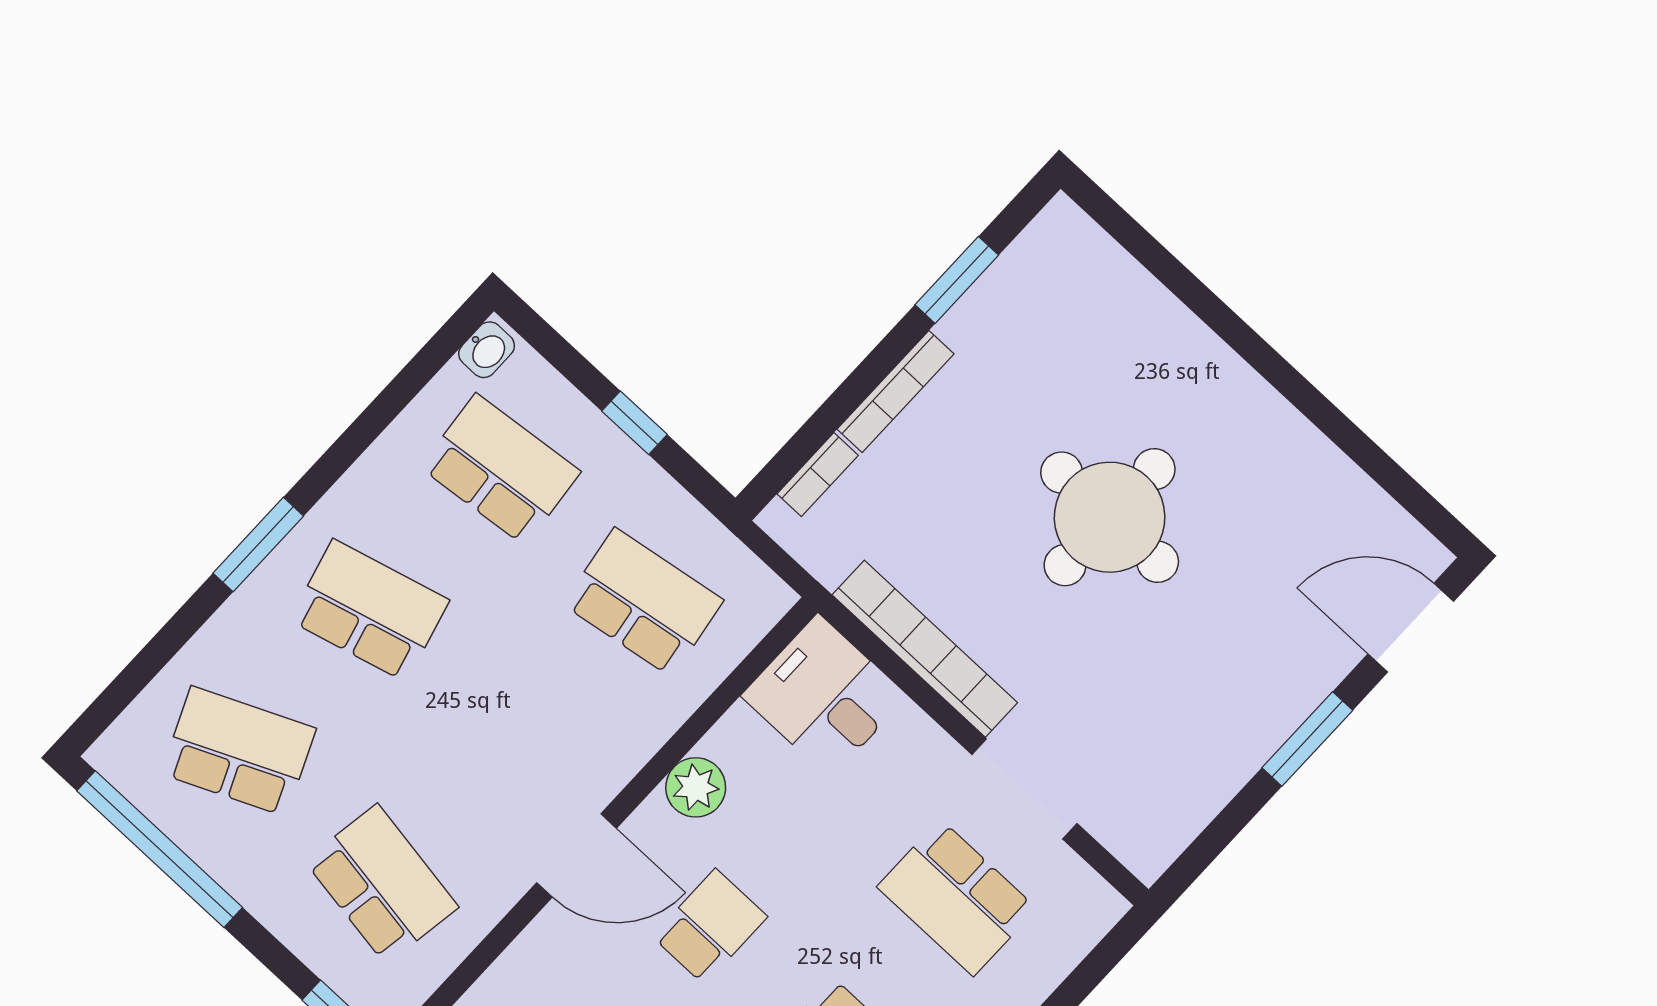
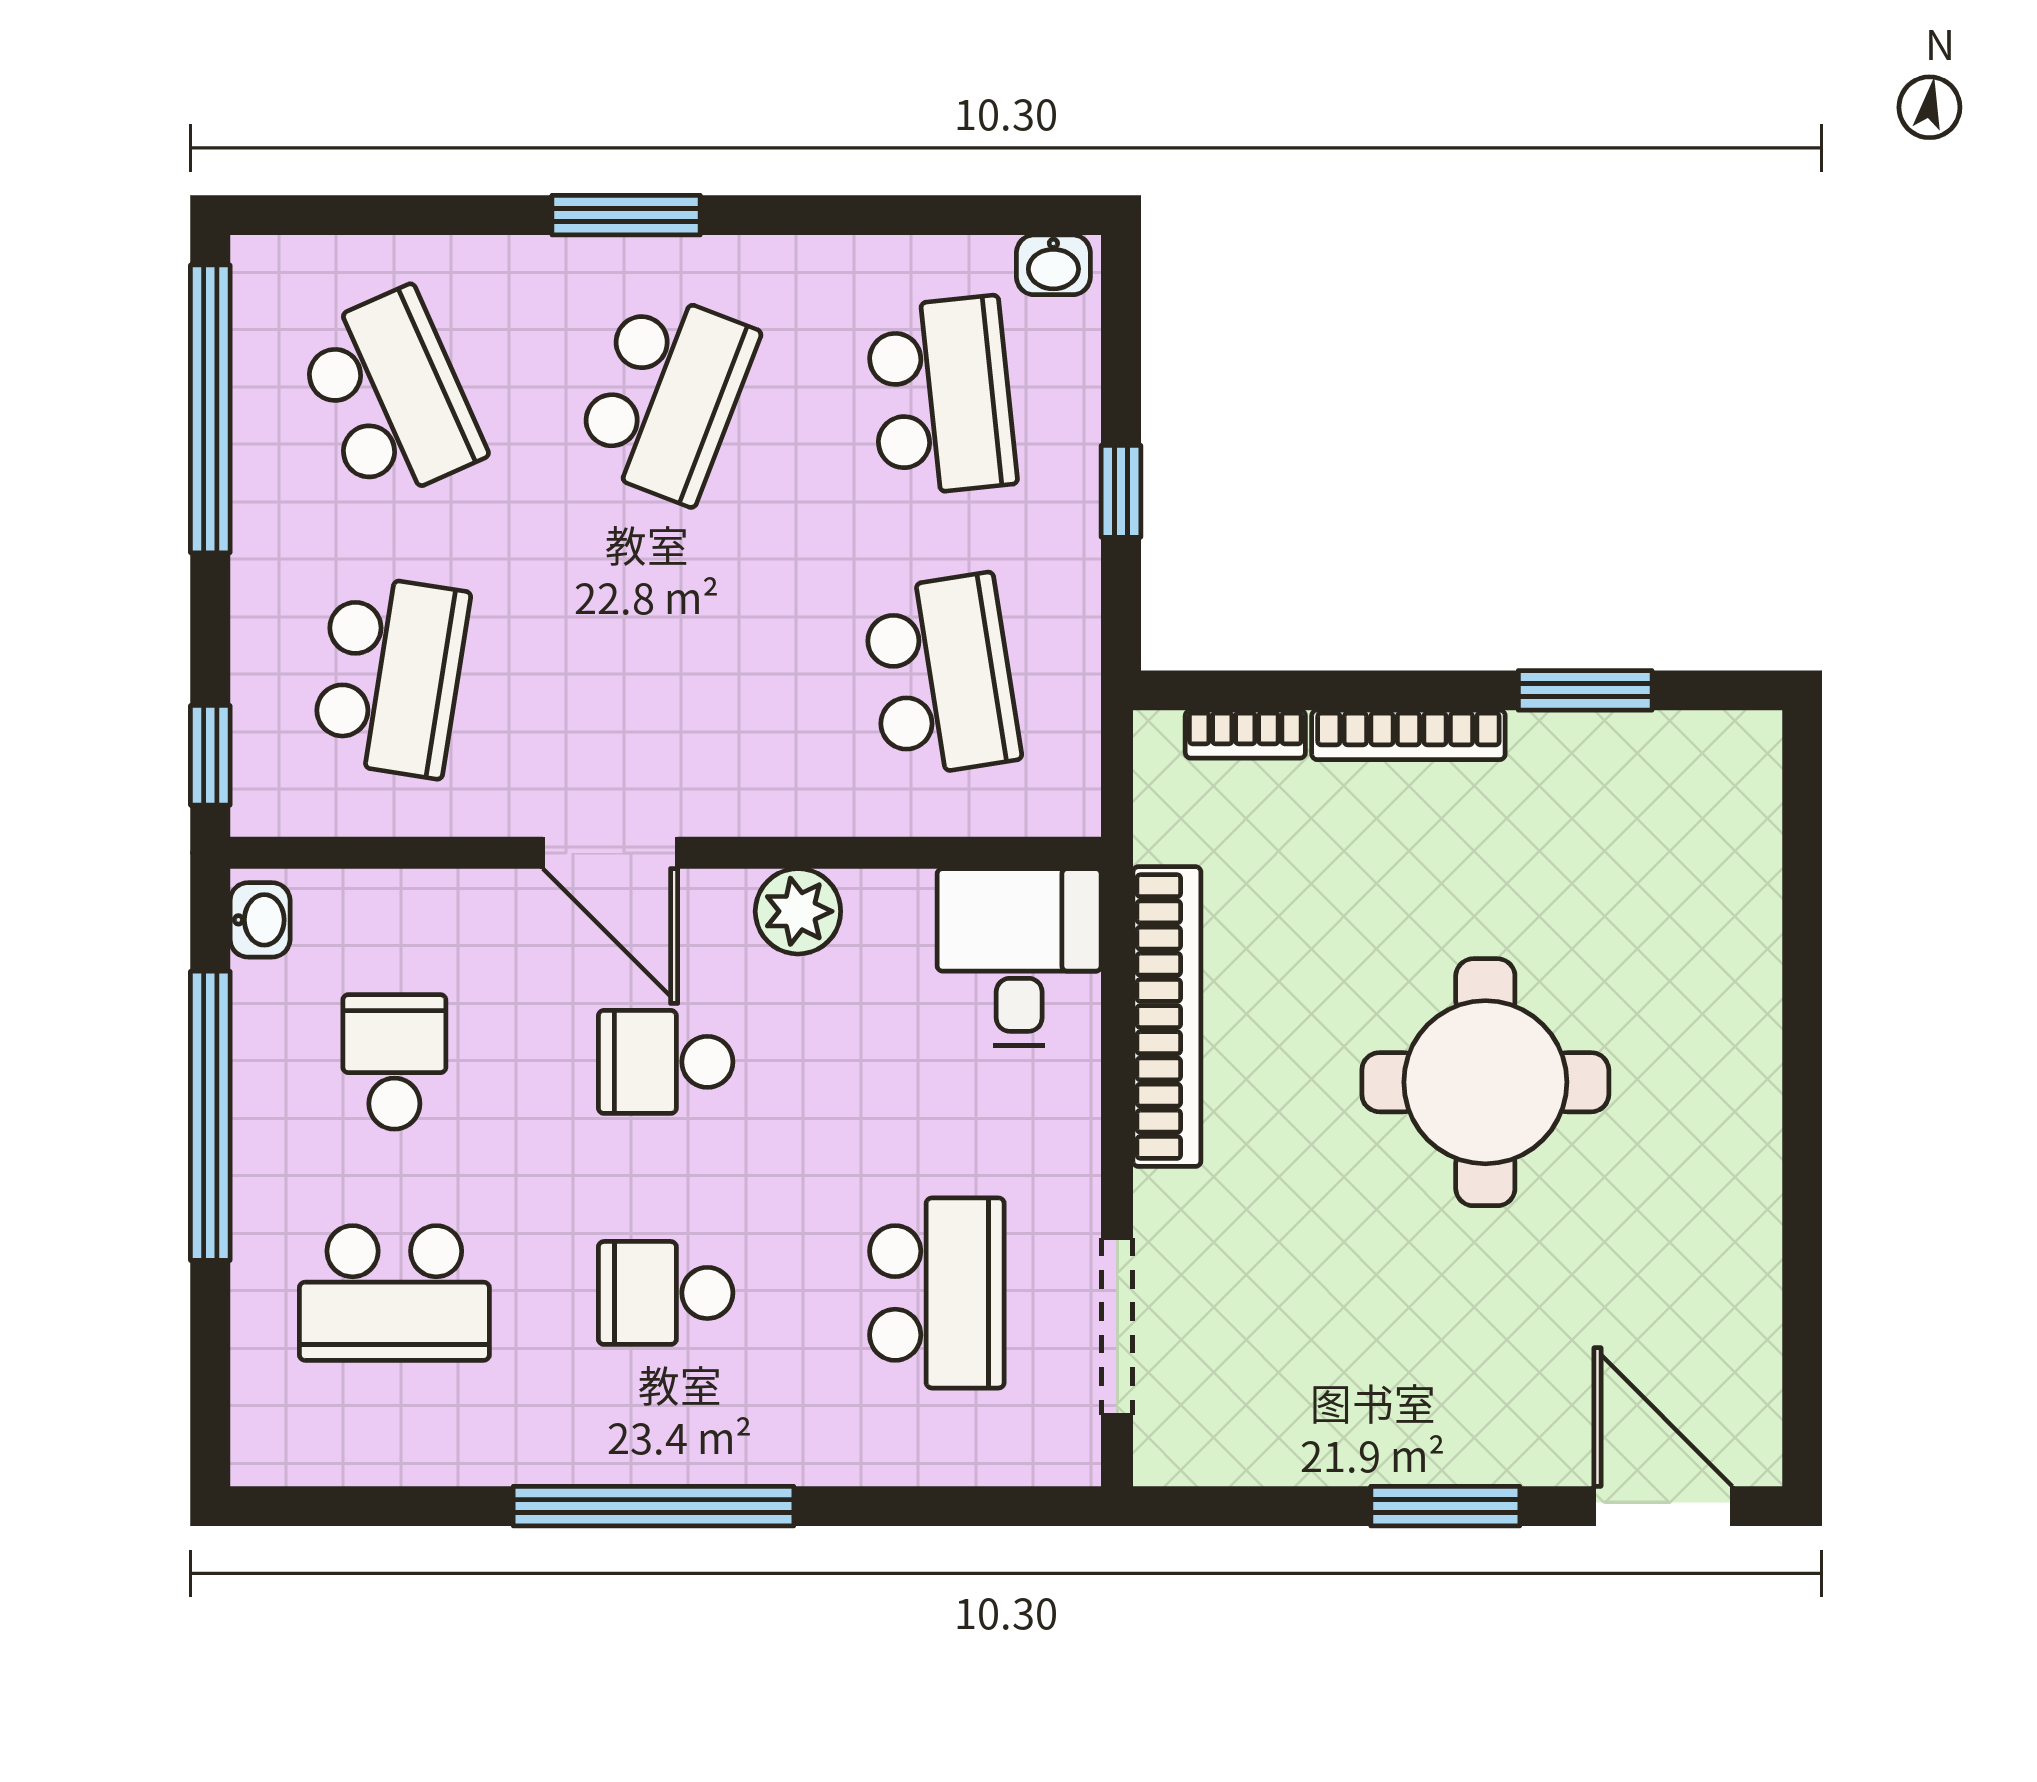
school desk: (369, 610) -> (666, 396), turned 36
doorway: (1025, 789) -> (1117, 1327), moved
school desk: (957, 898) -> (937, 1293), turned 180
school desk: (710, 927) -> (666, 1062), turned 180

